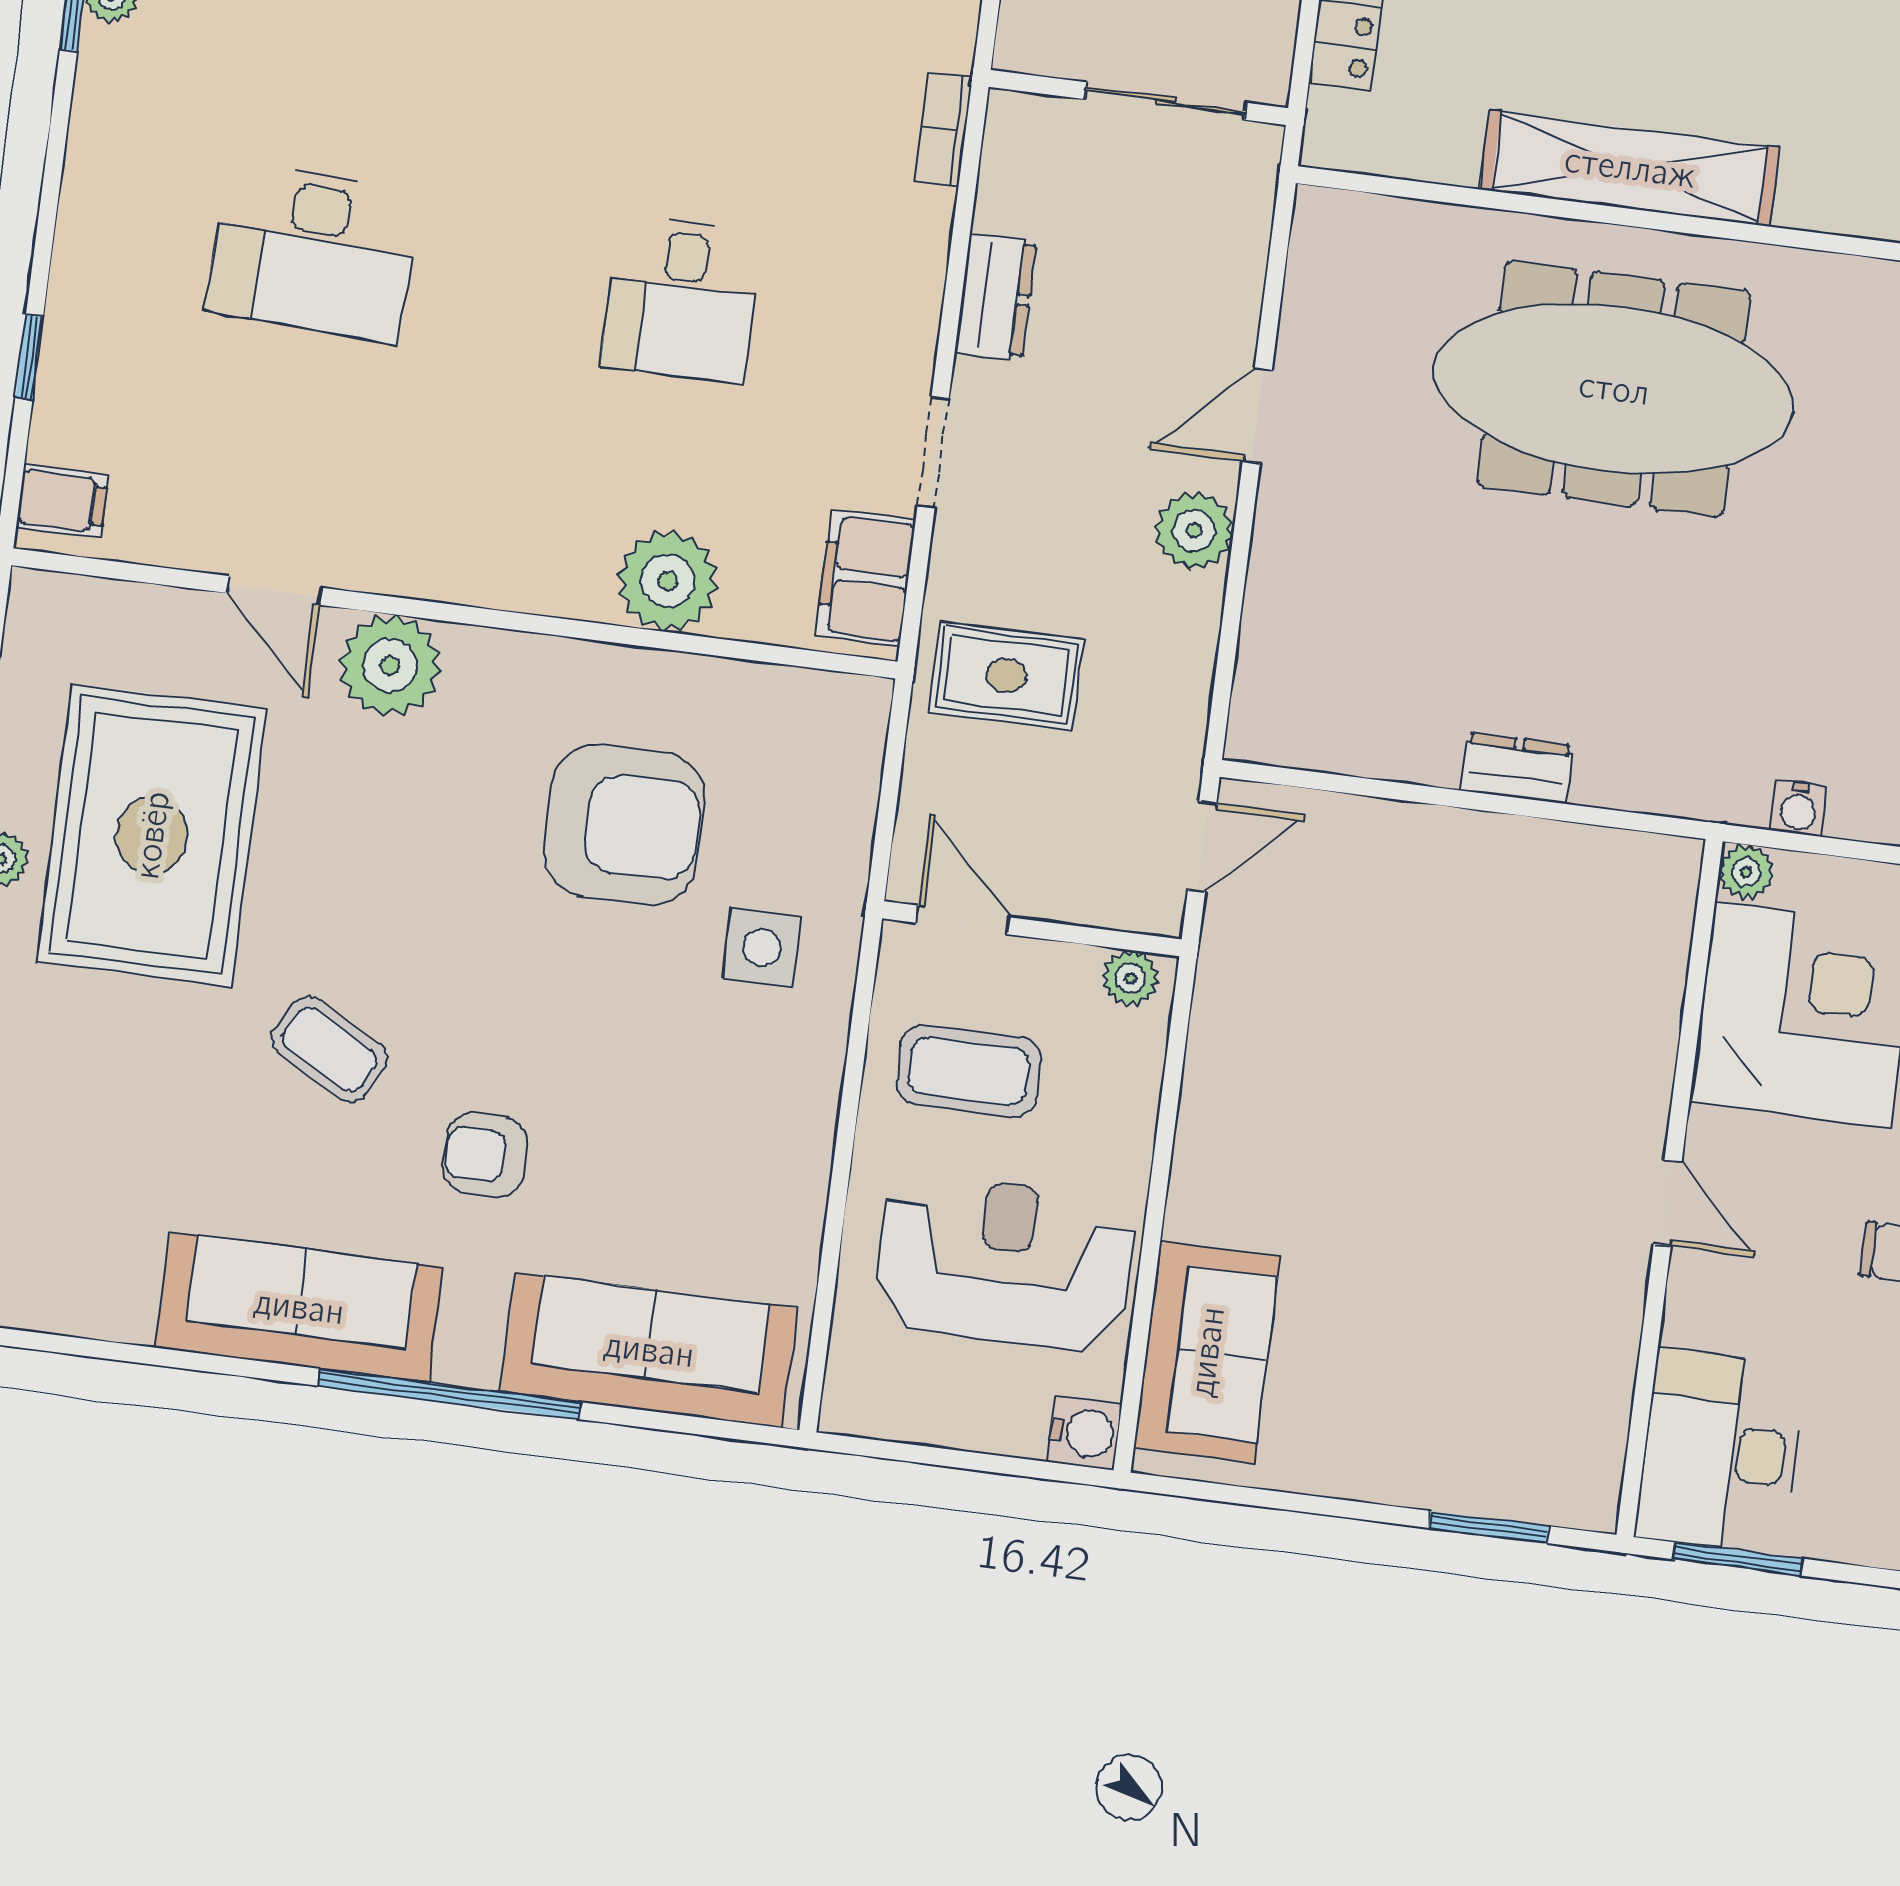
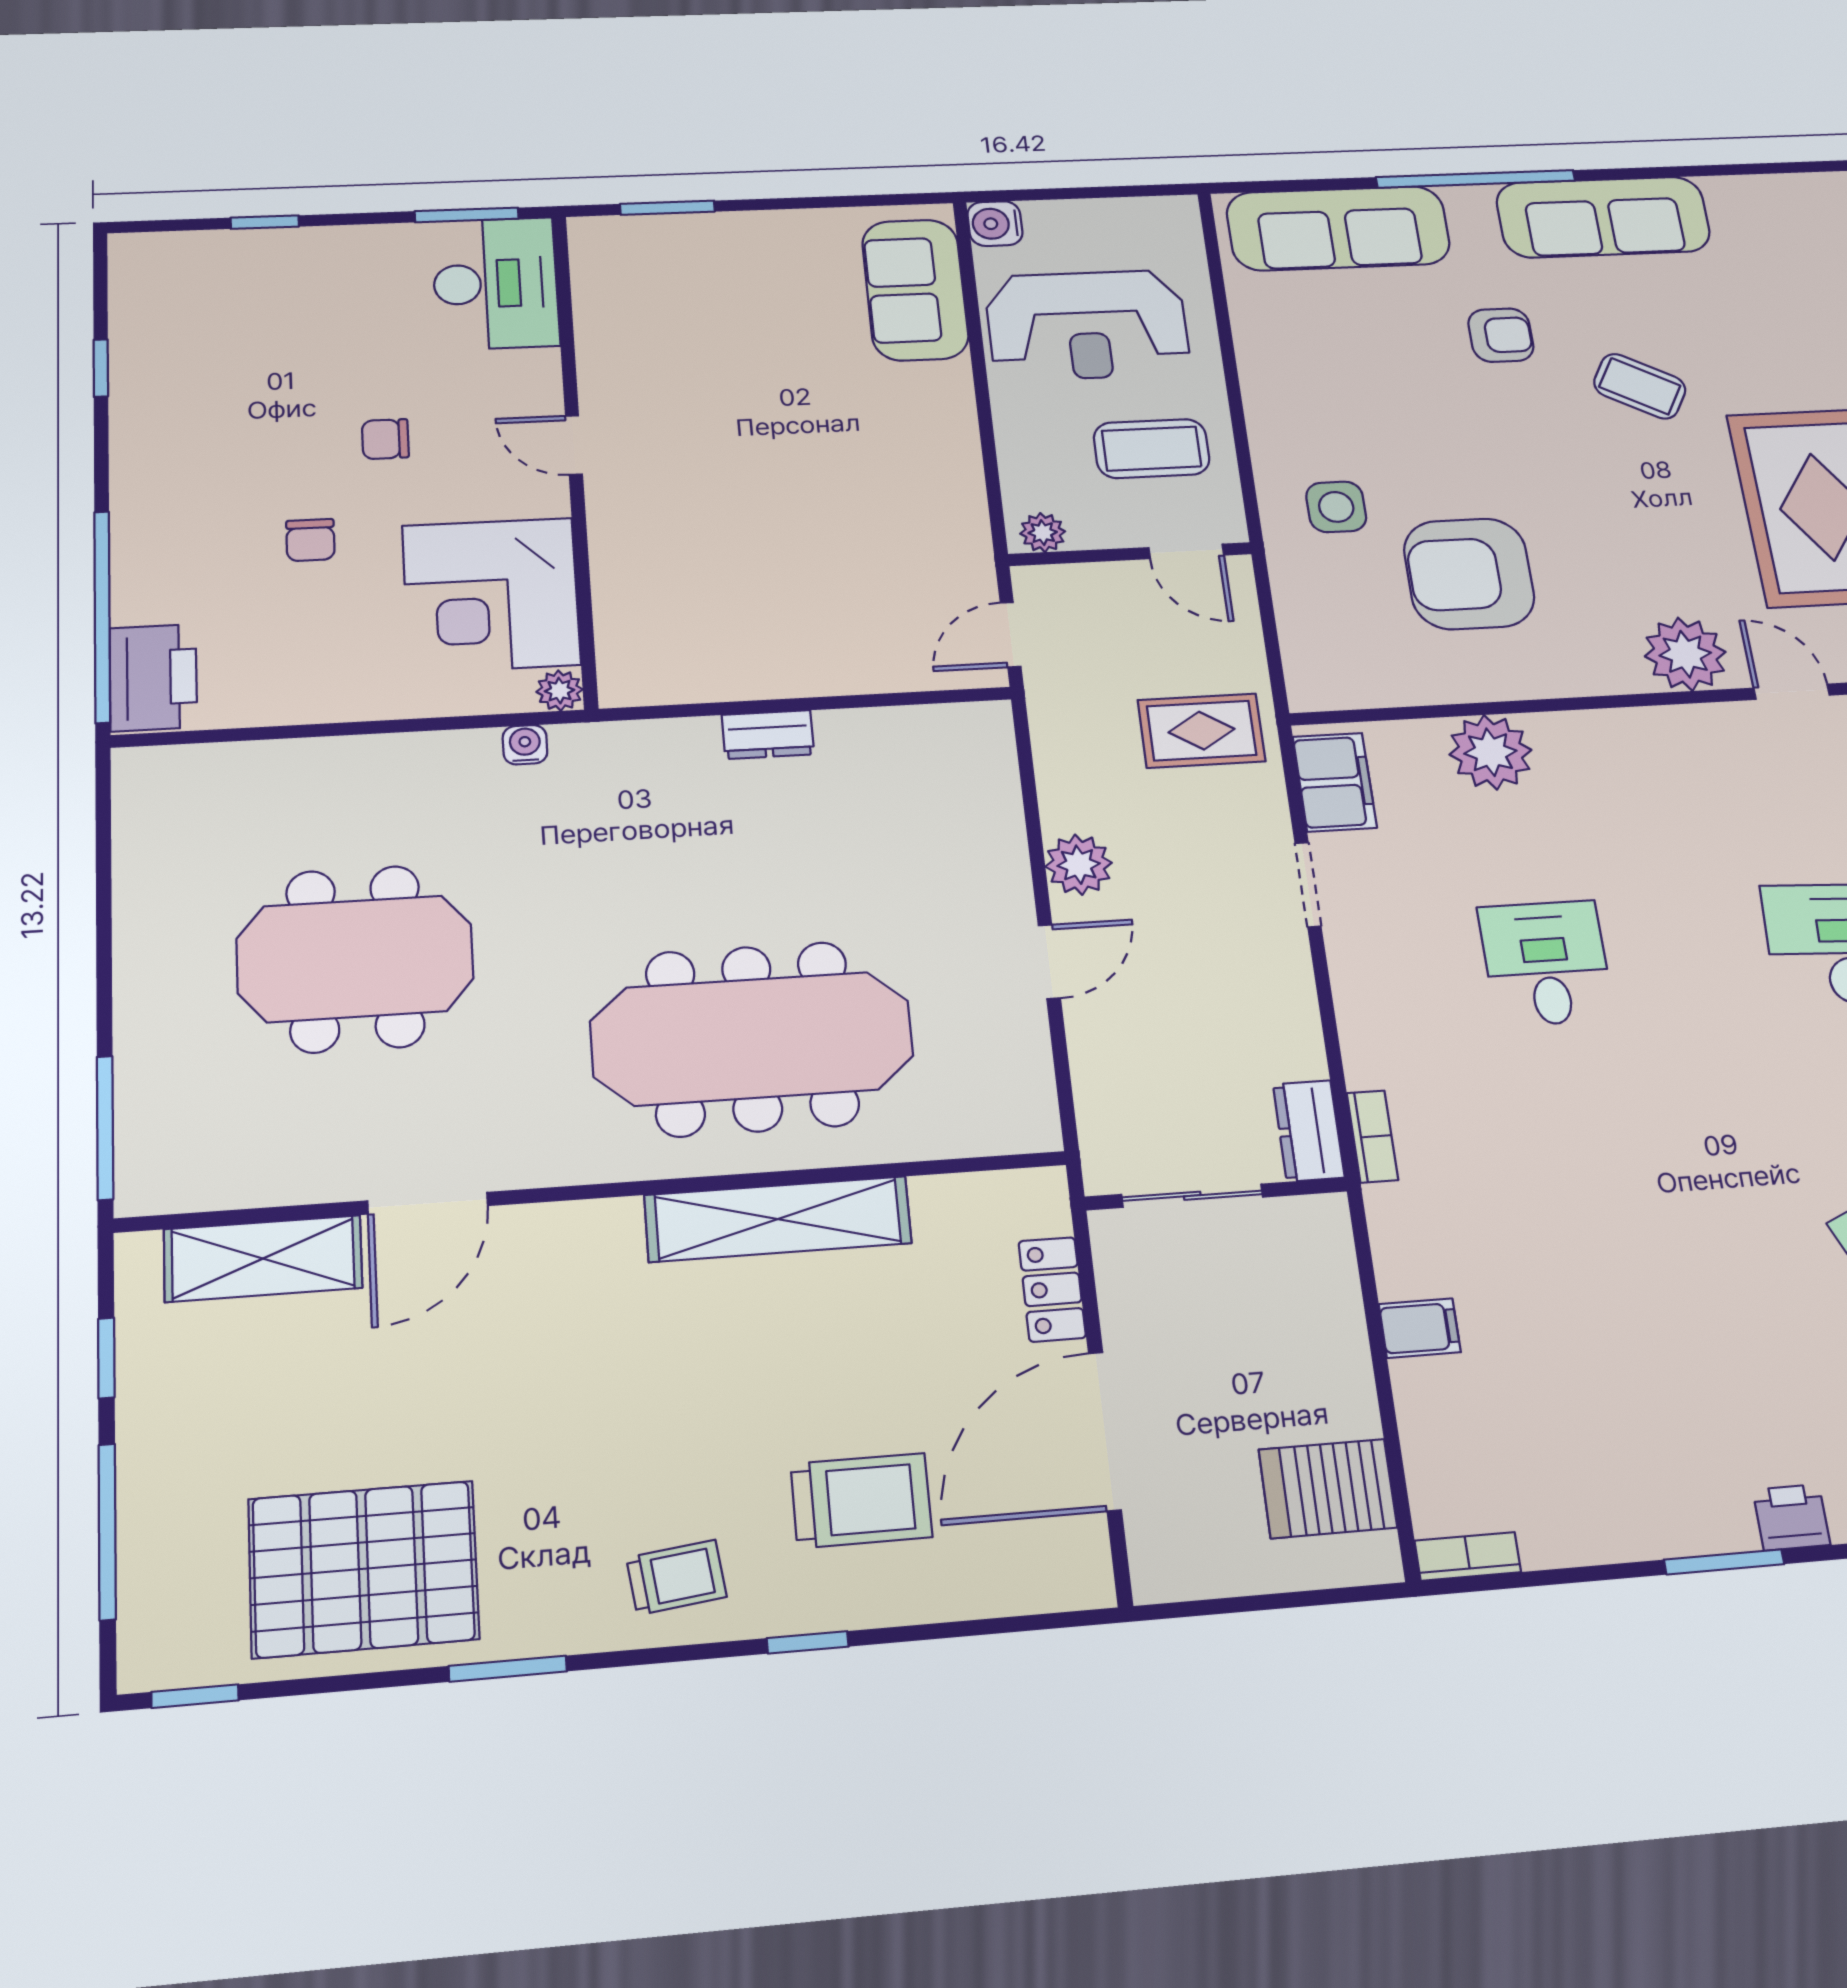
dresser: (996, 297) -> (1309, 1131), moved

